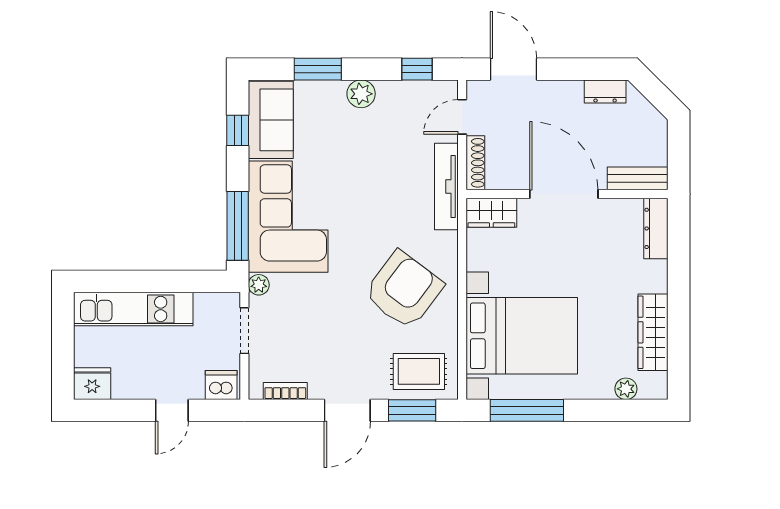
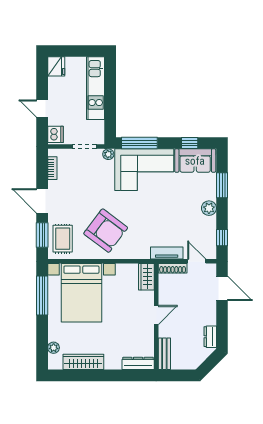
door: (513, 69) -> (222, 288), hinge flipped
tv unit: (446, 187) -> (167, 253), width x0.71
door: (564, 194) -> (156, 315), width x0.53

